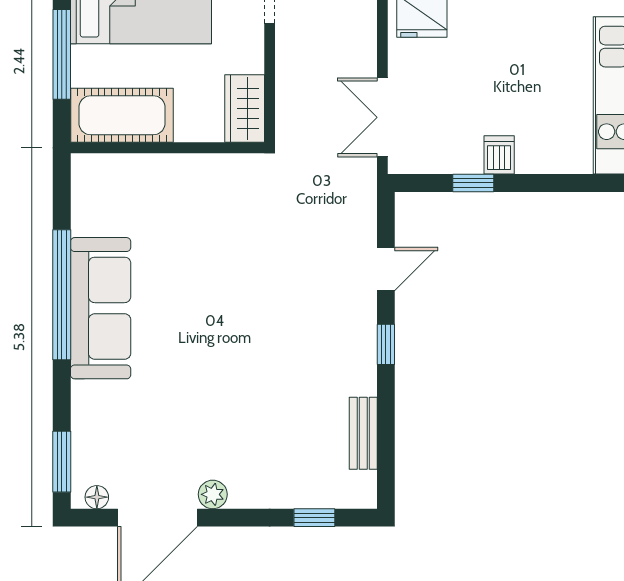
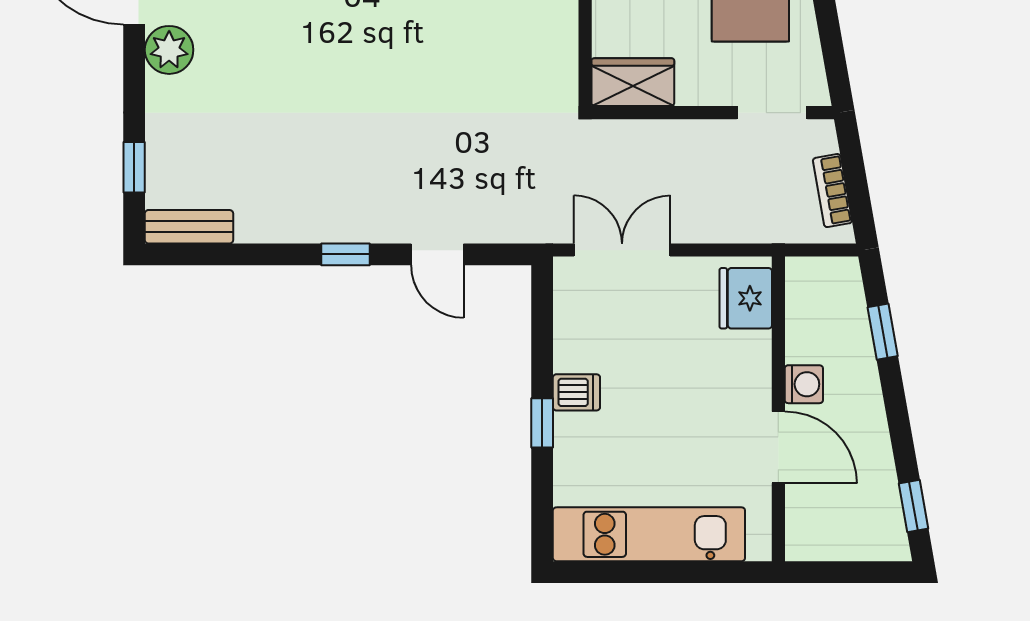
window: (473, 183) -> (542, 423), moved
bench: (363, 433) -> (189, 227), moved
plant: (213, 494) -> (169, 50), width x1.38, depth x1.38

